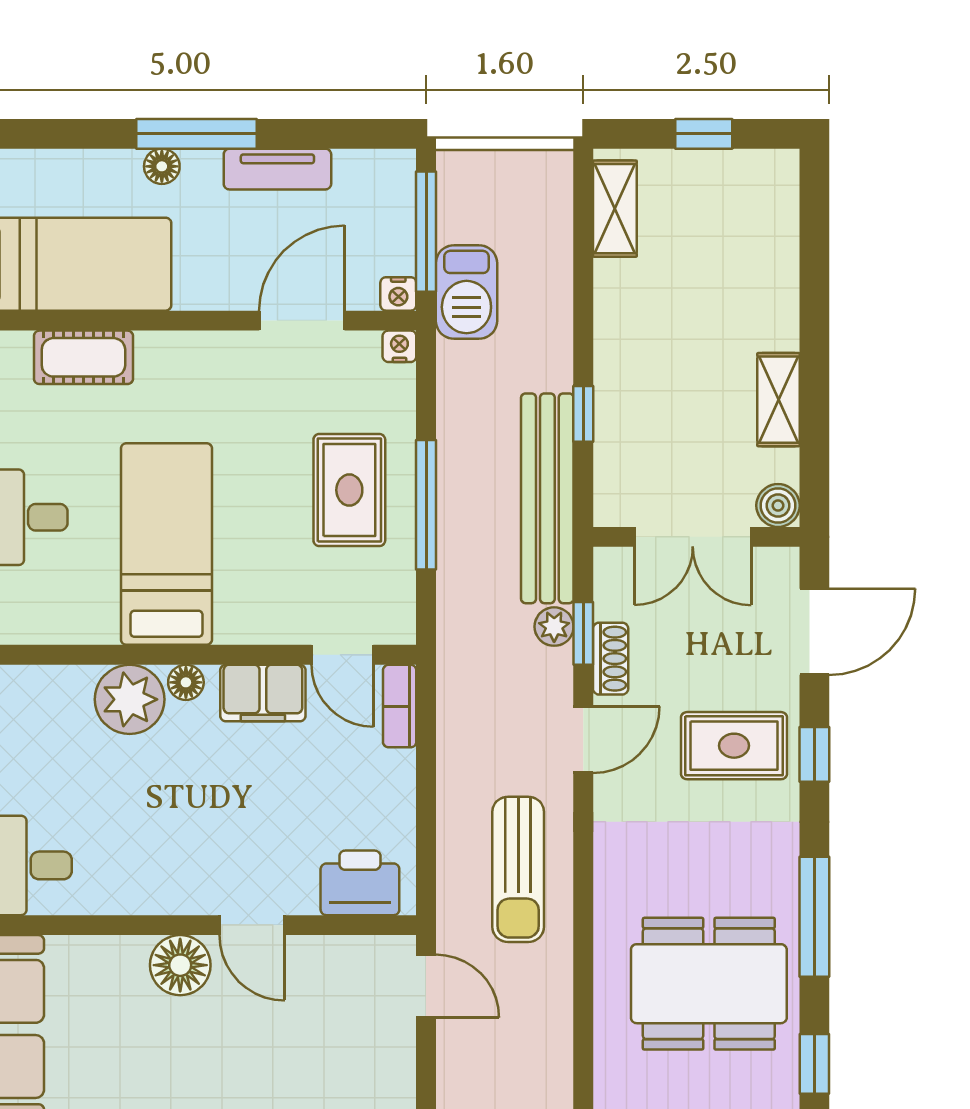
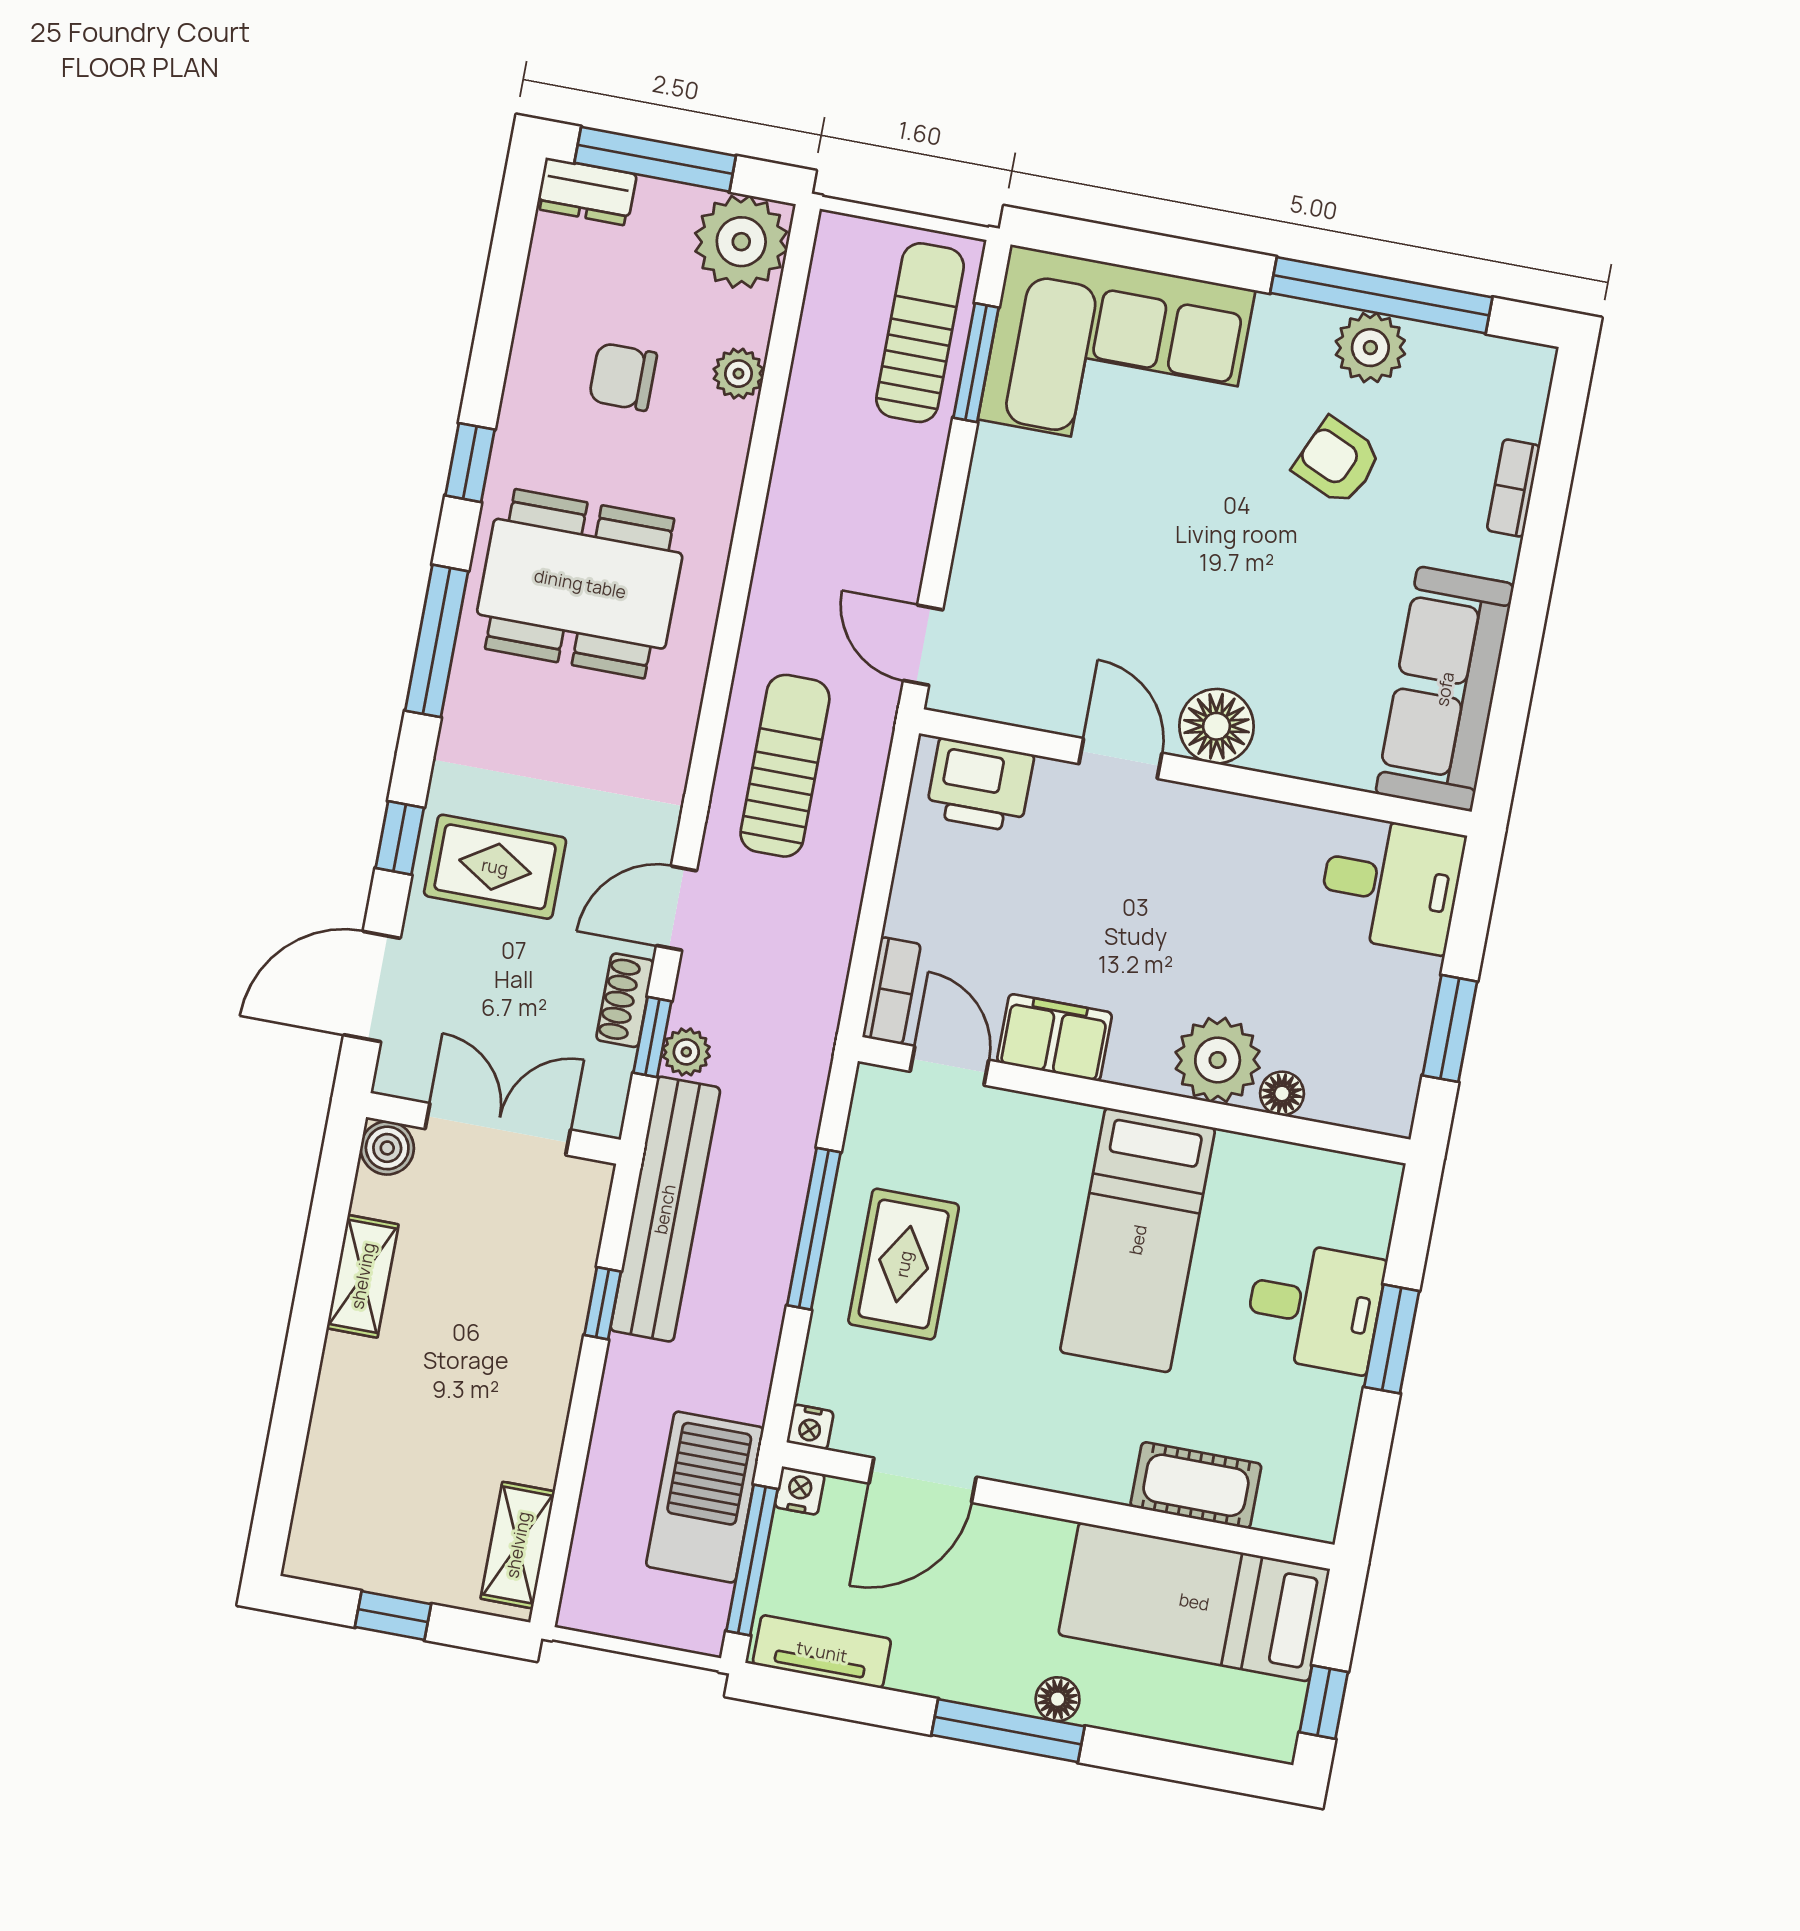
tv unit: (277, 169) -> (822, 1652), moved
barbecue: (466, 292) -> (705, 1497), width x1.37, depth x1.21
floor lamp: (186, 682) -> (1282, 1093), moved

